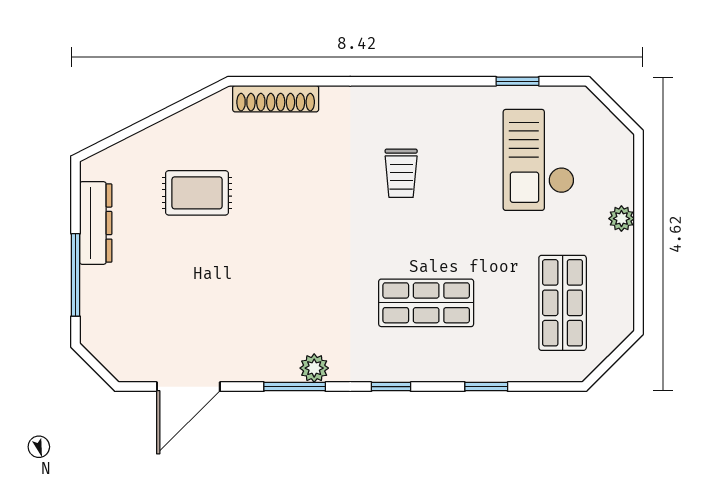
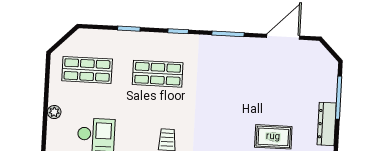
shop shelf: (563, 303) -> (87, 70), turned 90
plant: (314, 368) -> (217, 43), removed

